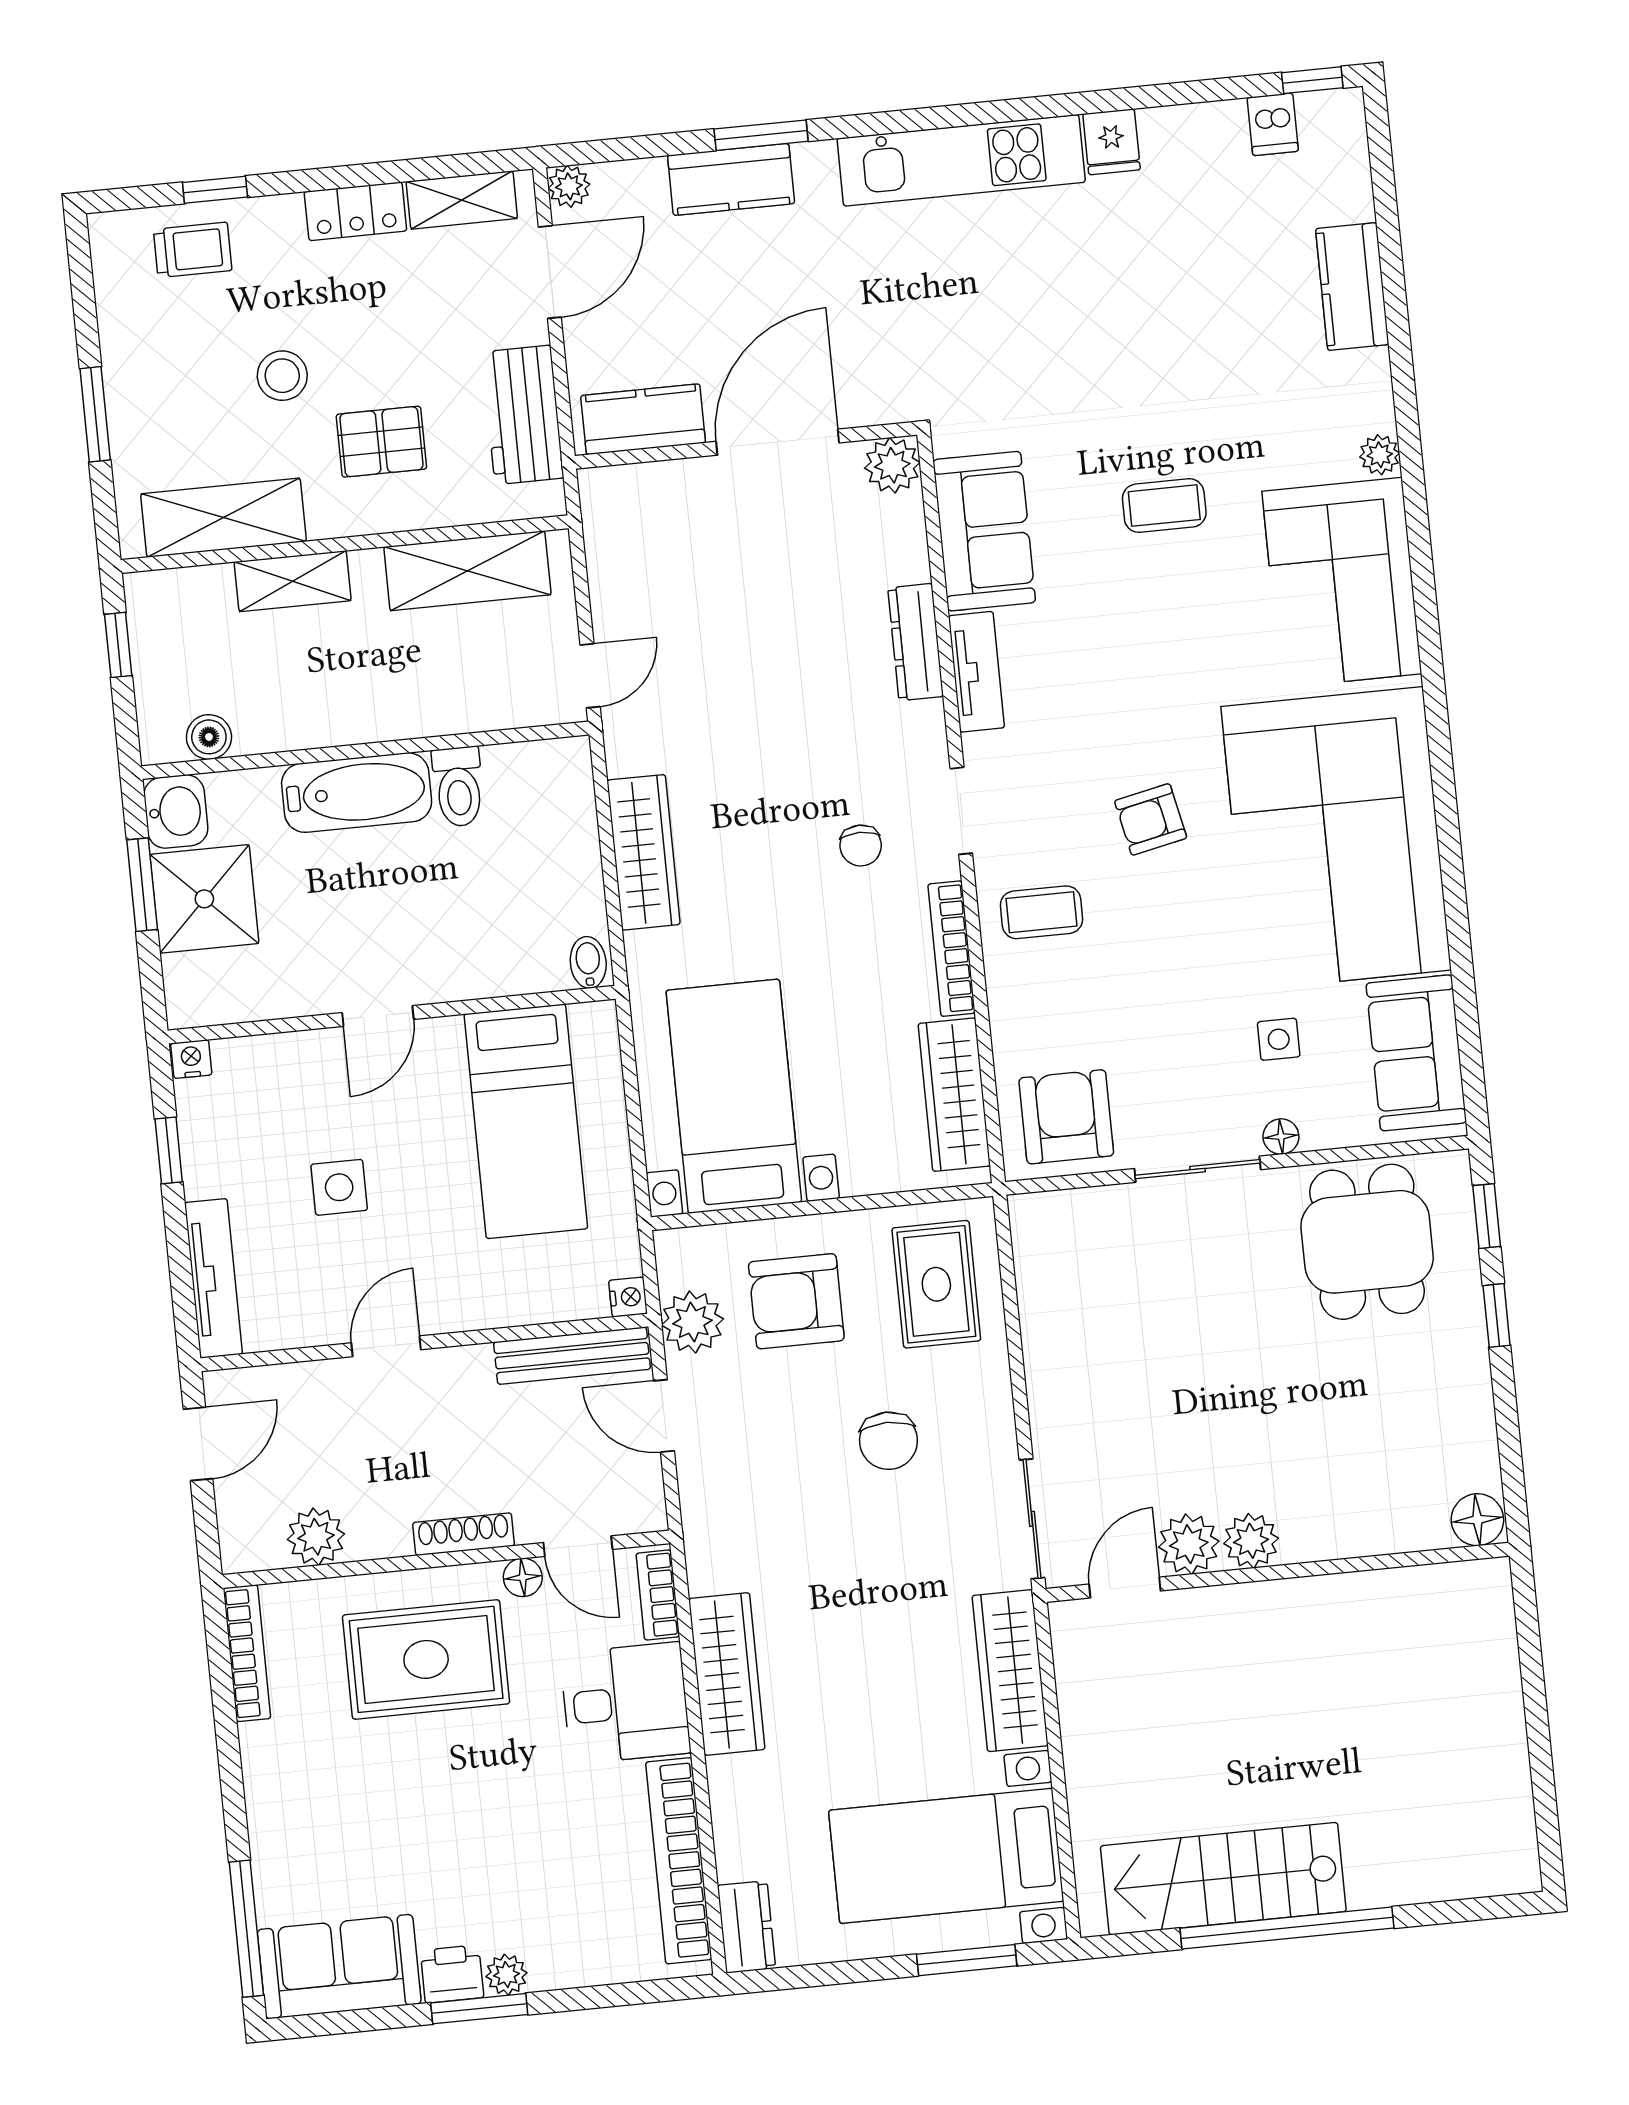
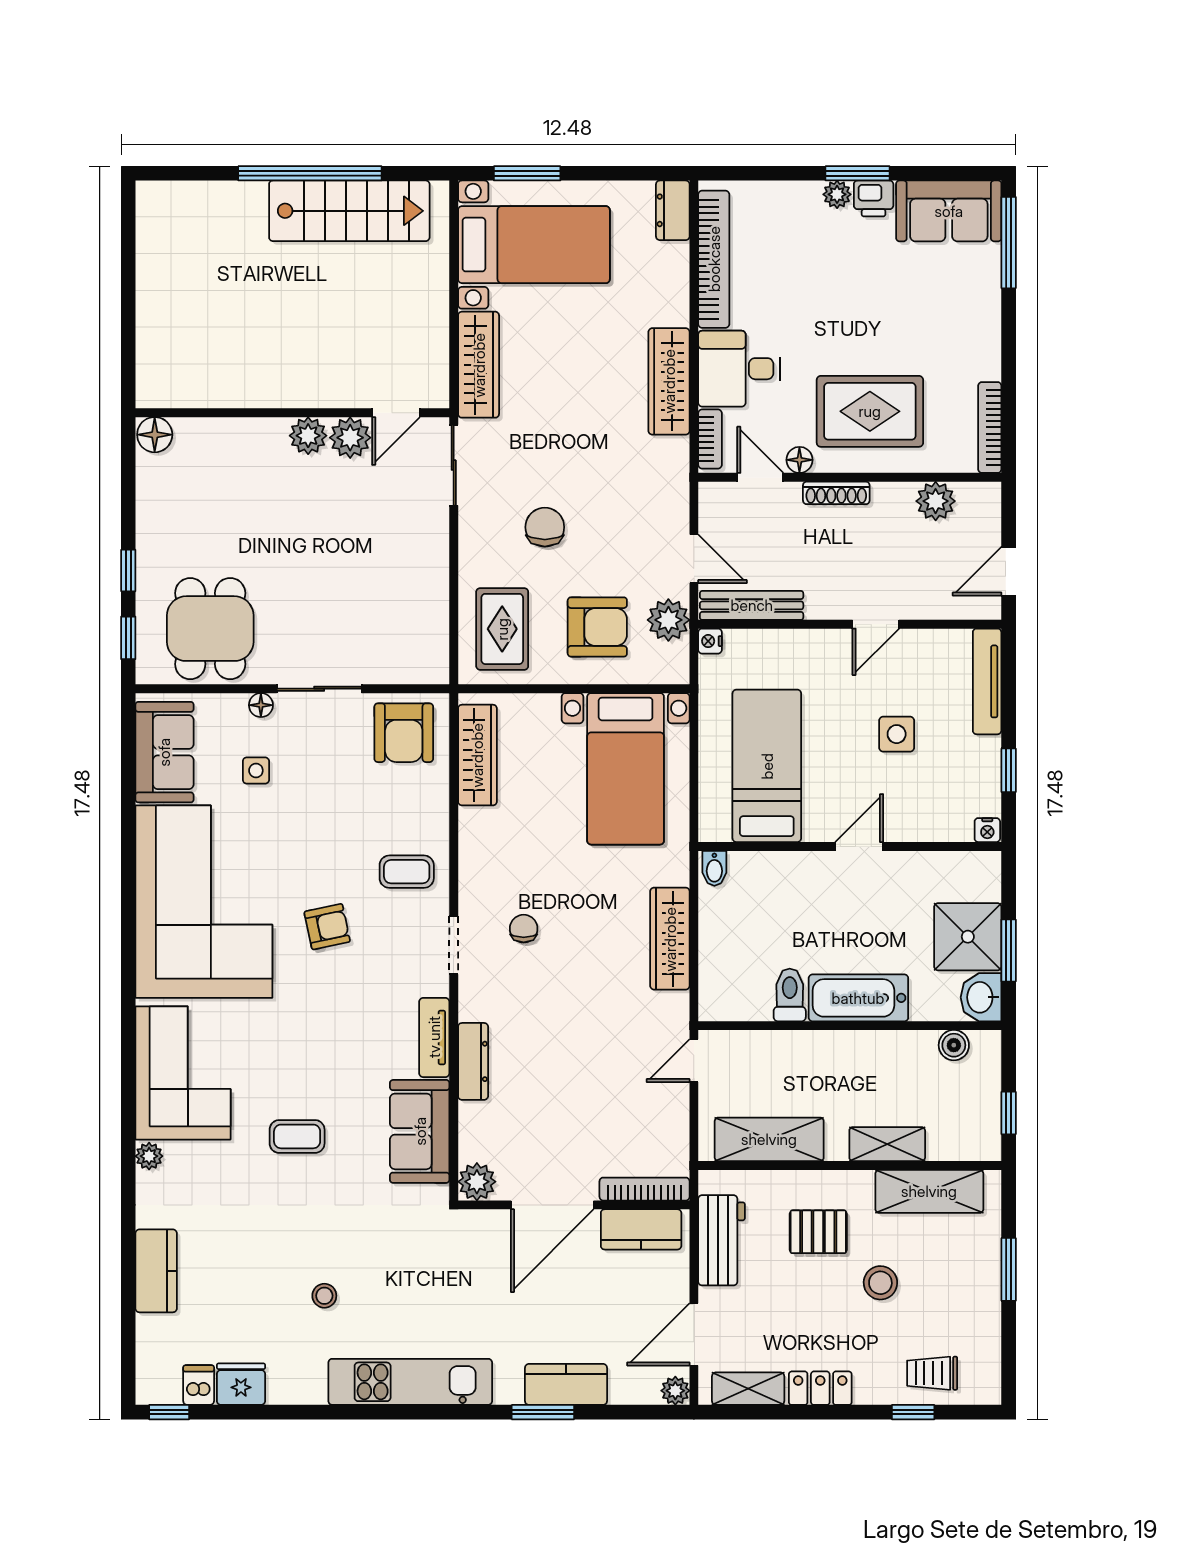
fridge: (1112, 142) -> (241, 1384), moved, width x1.38
stool: (1100, 275) -> (324, 1296), added
bookcase: (951, 949) -> (645, 1189), moved, turned -90

